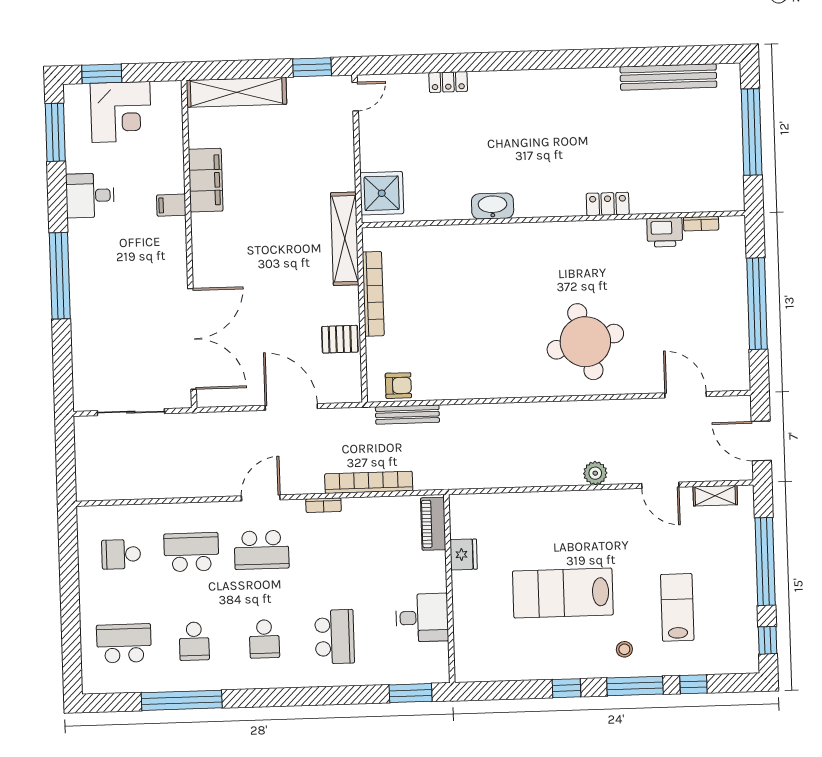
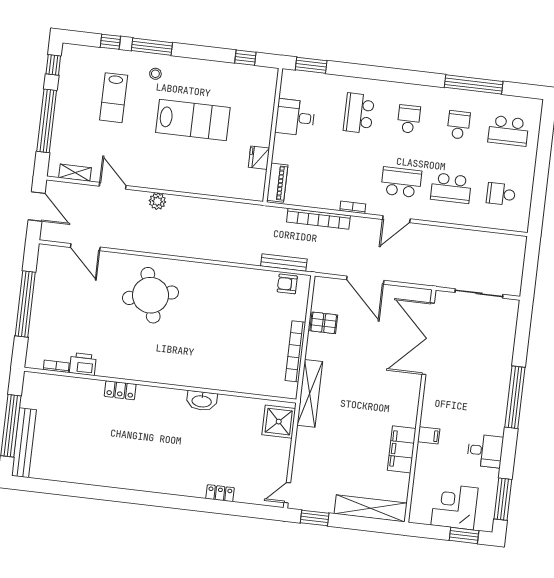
bench: (668, 77) -> (24, 443), moved, turned 90
school desk: (121, 554) -> (501, 194), turned 180
window: (567, 688) -> (245, 58), moved

